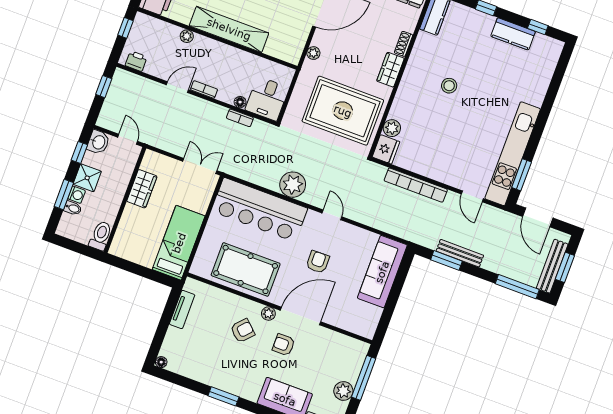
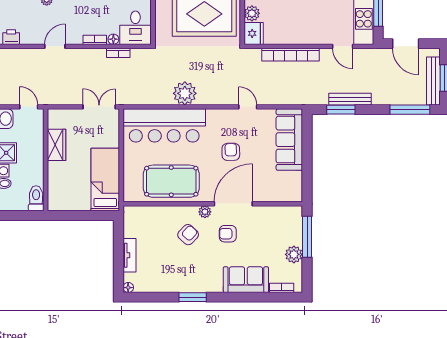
bookcase: (204, 89) -> (95, 40), moved
door: (332, 215) -> (248, 107), moved
tv unit: (182, 309) -> (129, 255), moved

